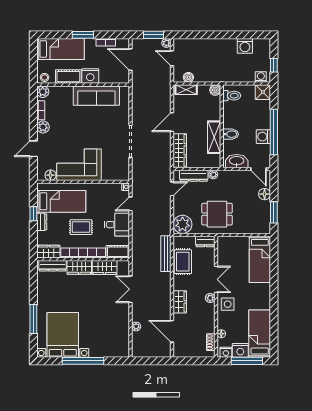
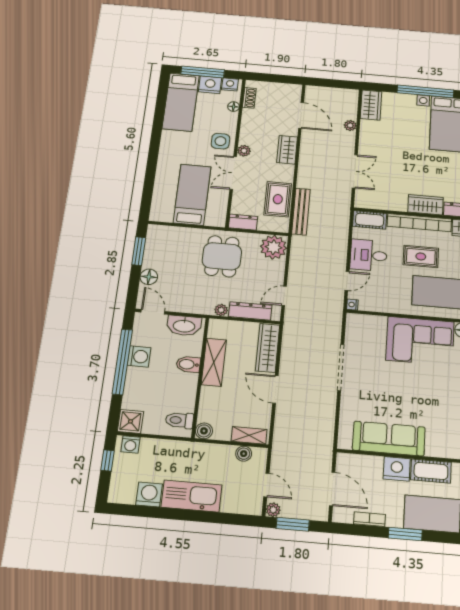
kitchen sink: (218, 47) -> (192, 496), added
door: (172, 122) -> (275, 389), swing flipped
dining table: (217, 214) -> (222, 256), turned 90
bed: (260, 259) -> (192, 195), moved
wardrobe: (105, 267) -> (371, 105), moved, turned 90

